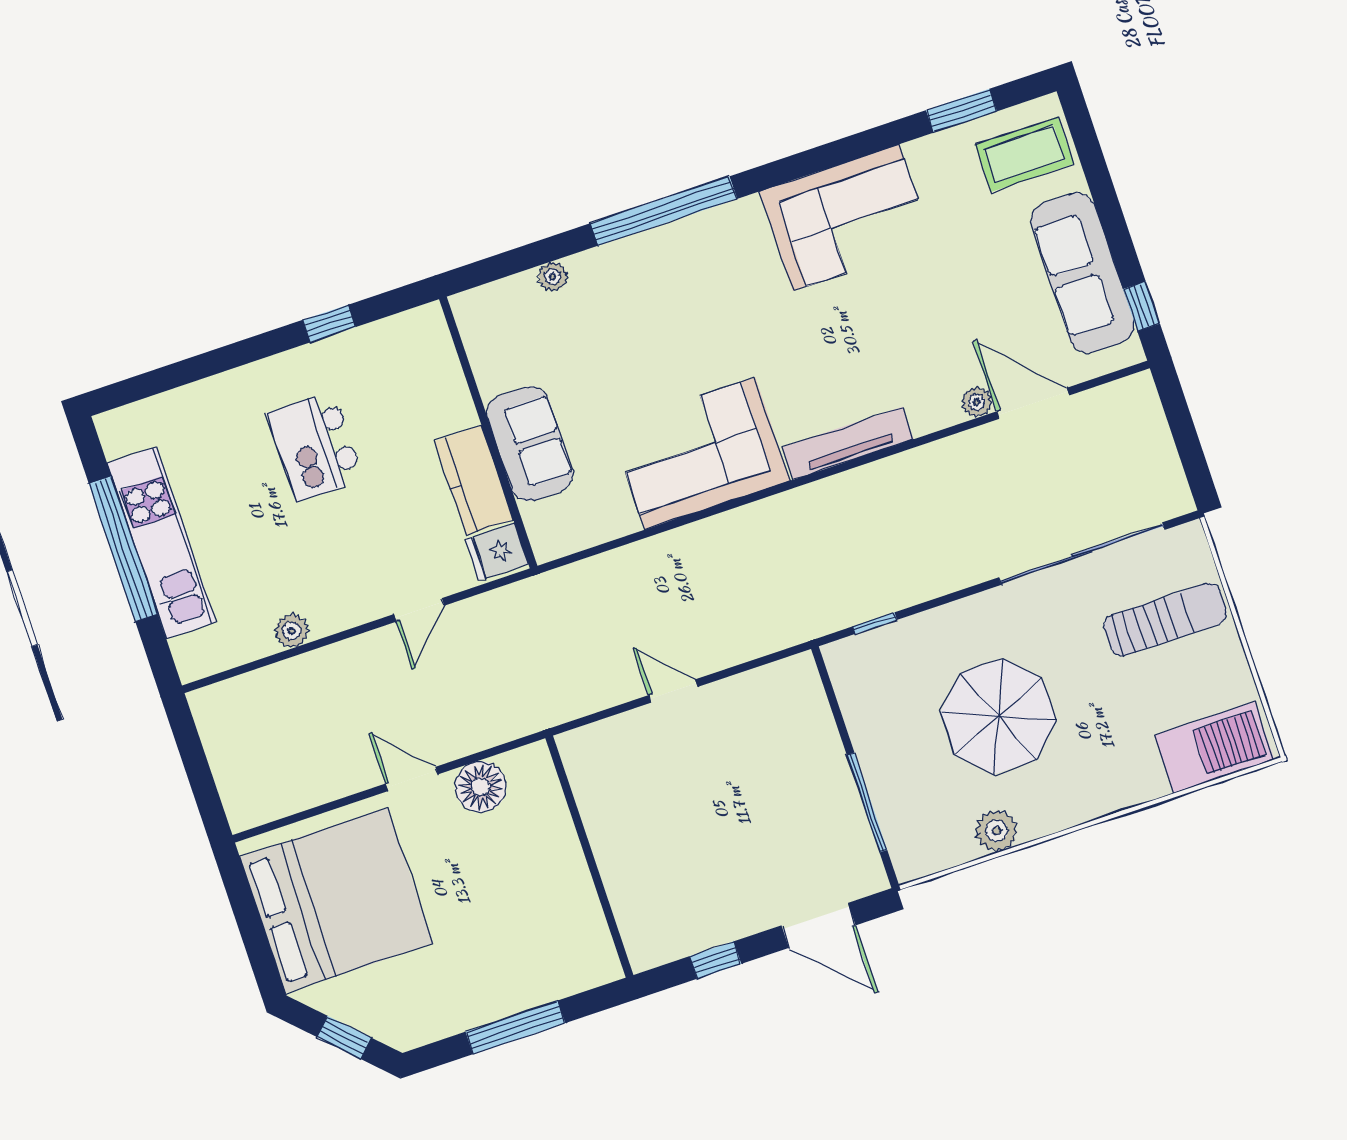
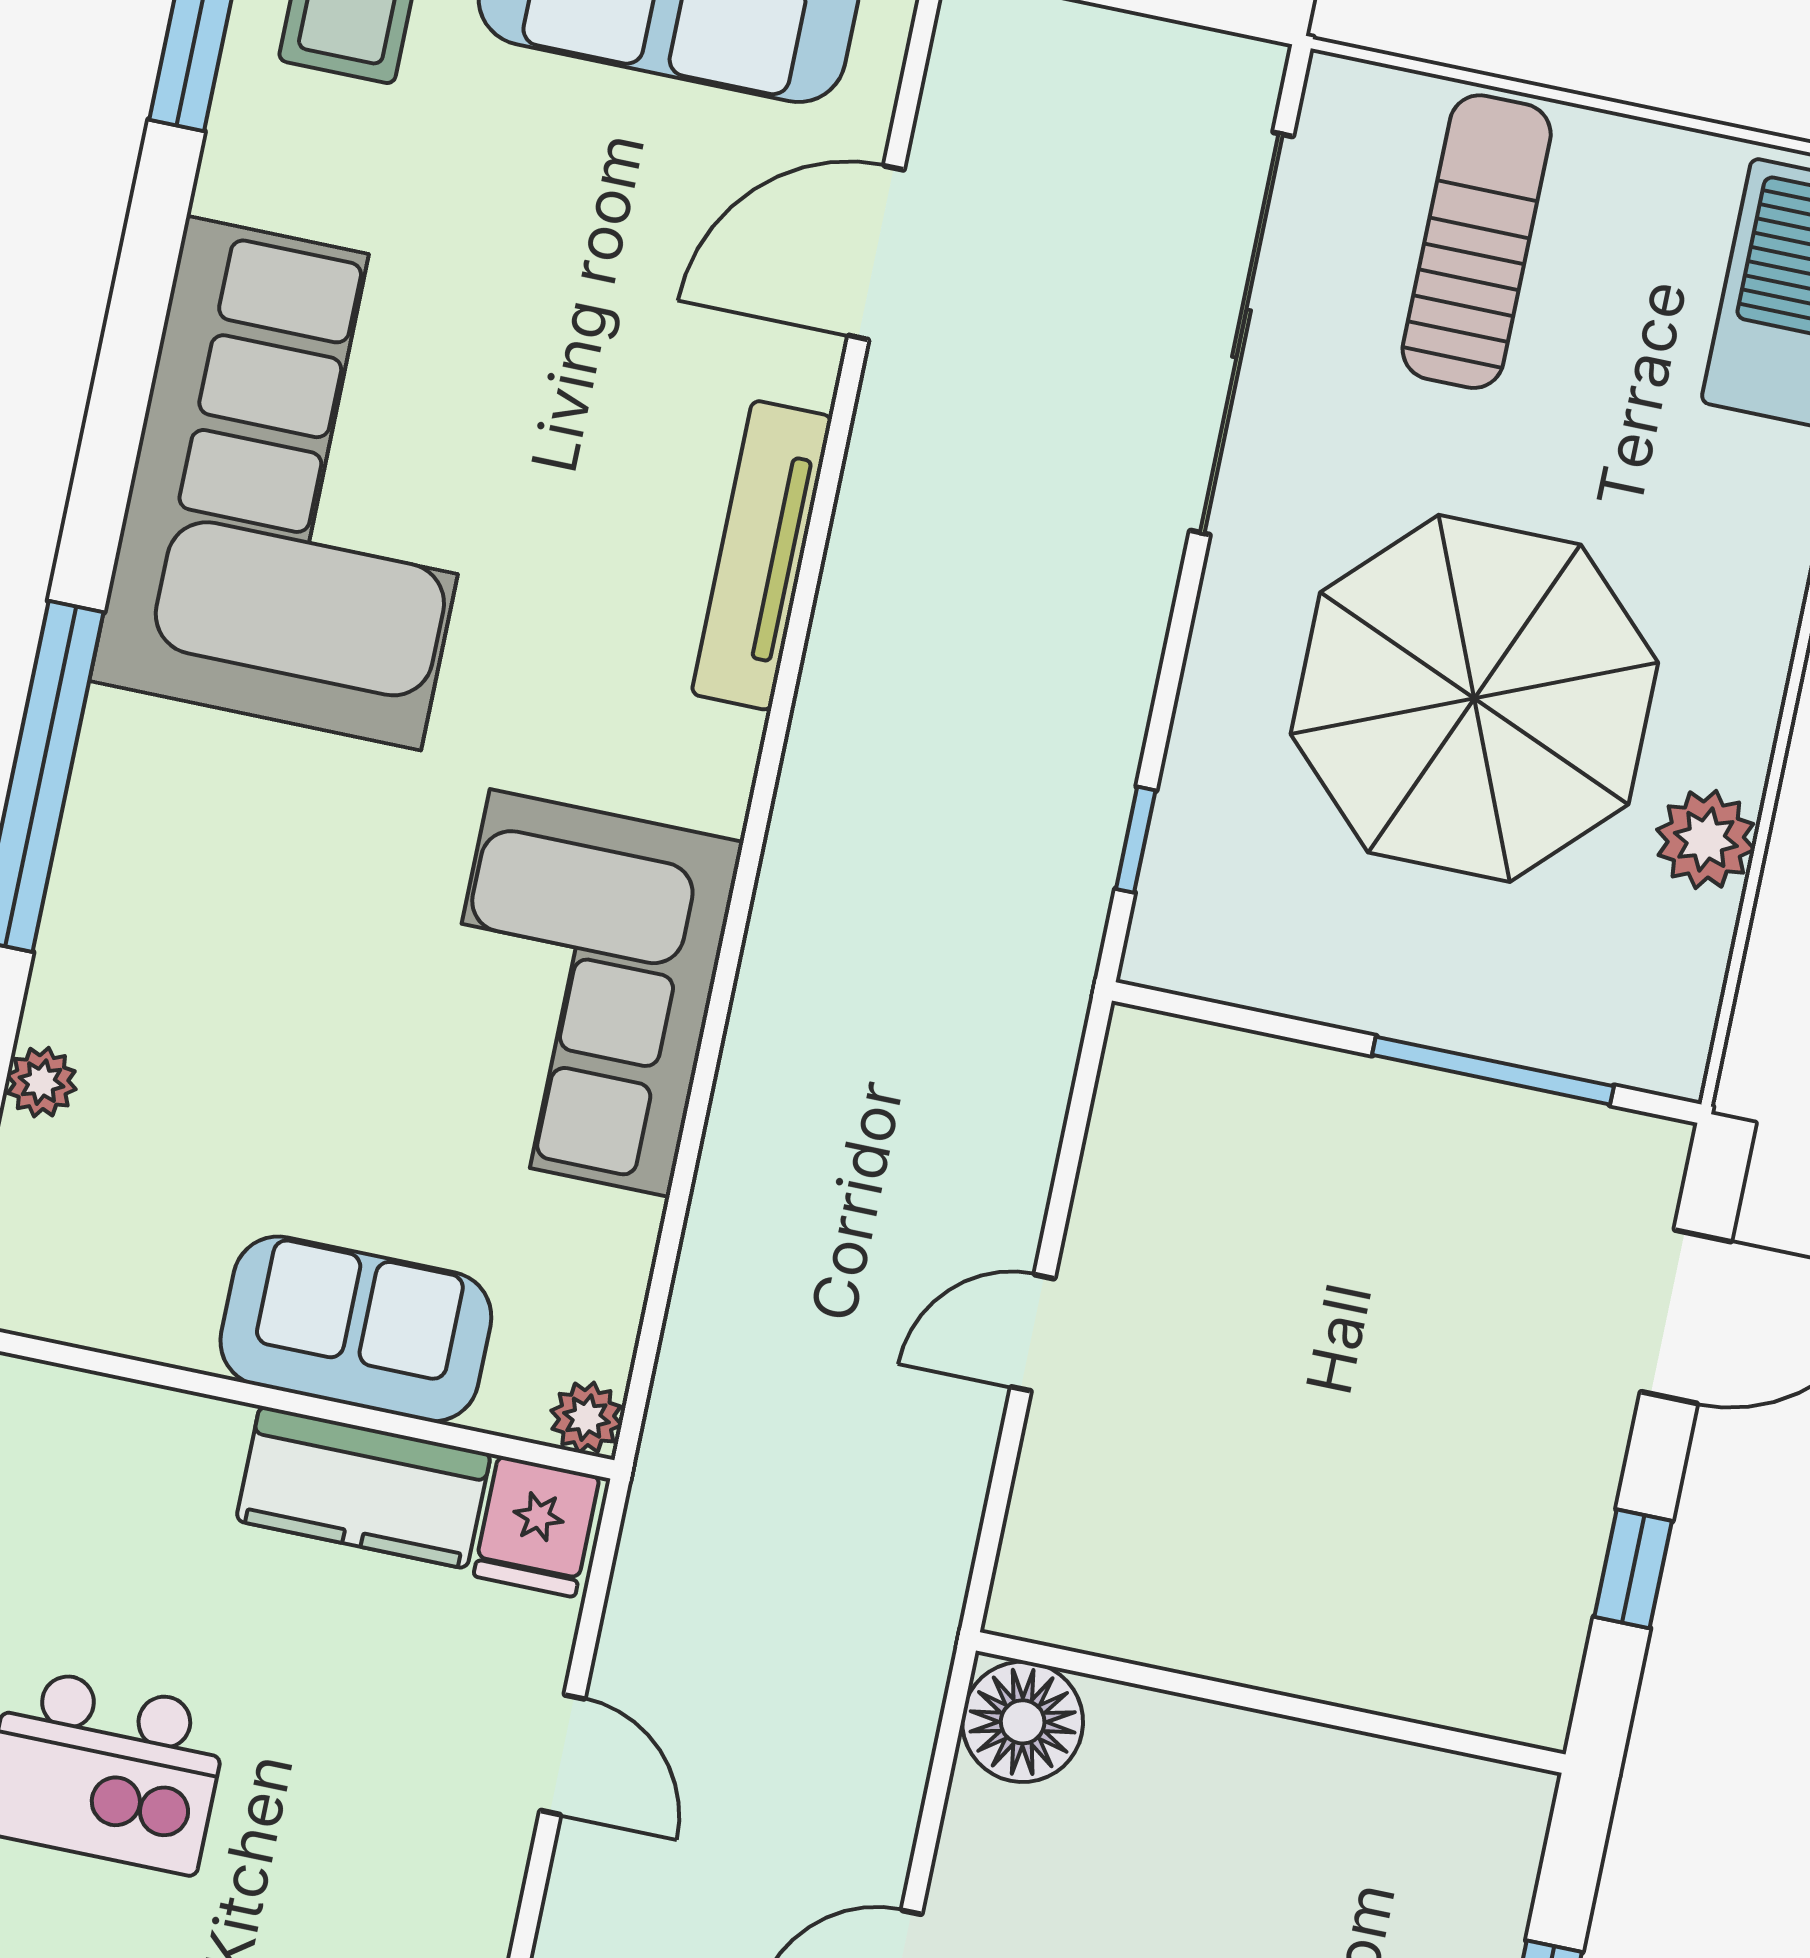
corner sofa: (846, 218) -> (304, 483), width x1.36, depth x1.36
plant: (977, 402) -> (586, 1418), moved
tv unit: (848, 443) -> (762, 555), moved
parasol: (998, 716) -> (1474, 698), width x1.36, depth x1.36
floor lamp: (481, 787) -> (1023, 1722), moved

